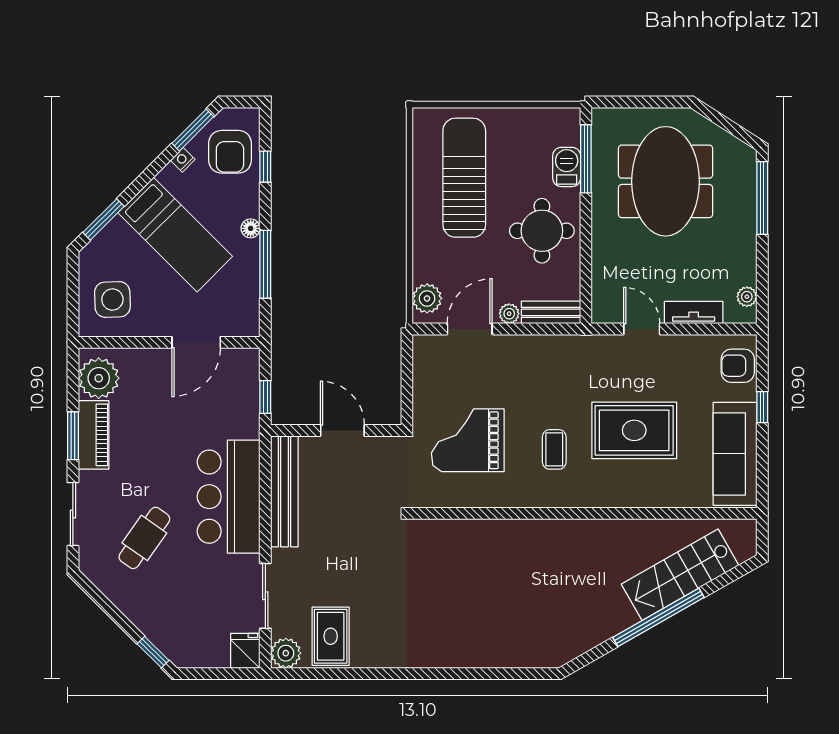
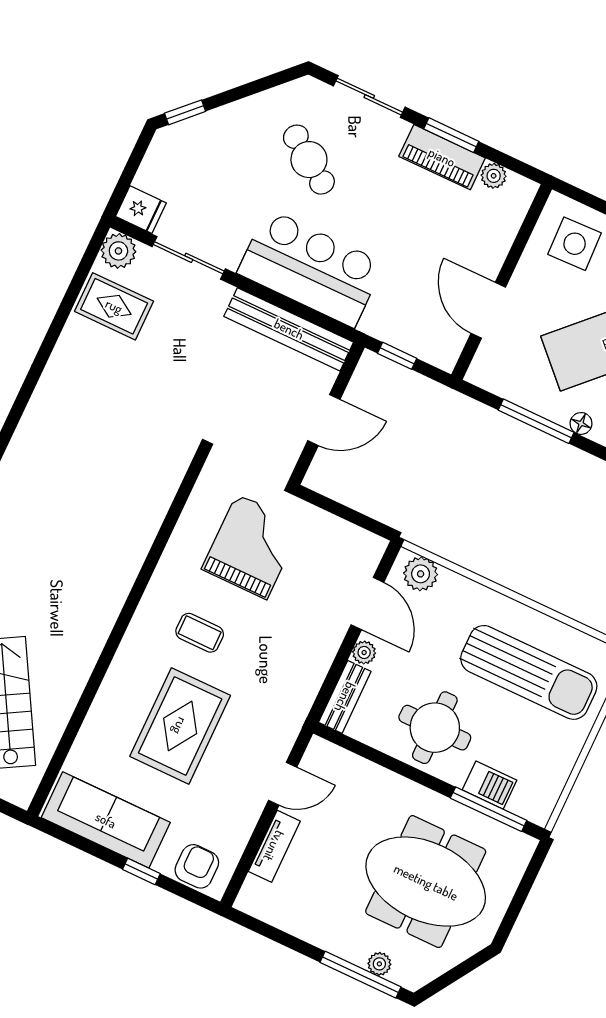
plant: (747, 297) -> (379, 964), moved
plant: (99, 378) -> (494, 176), width x0.53, depth x0.53

